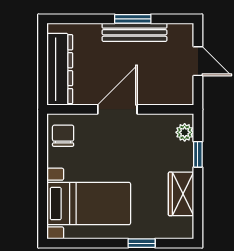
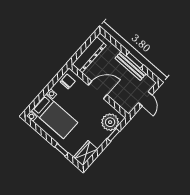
plant: (185, 132) -> (110, 122), width x1.88, depth x1.88
wardrobe: (181, 194) -> (85, 153), moved

